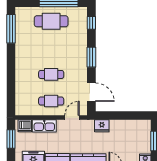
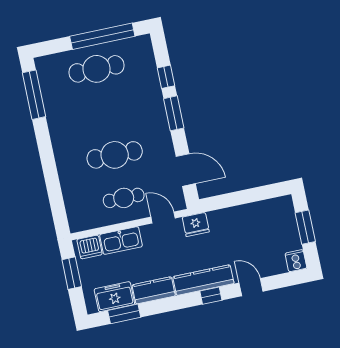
window: (91, 23) -> (166, 77), moved
cafe table: (51, 74) -> (115, 155), width x1.37, depth x1.35
door: (72, 118) -> (163, 217), hinge flipped
fridge: (102, 126) -> (196, 224), moved

